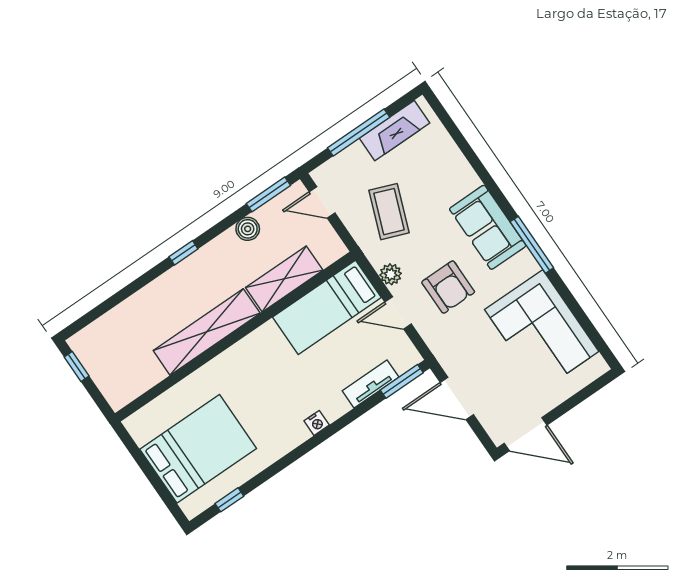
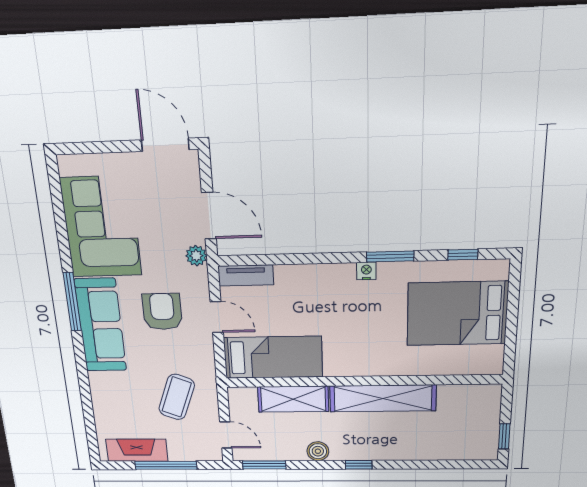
sofa: (488, 227) -> (101, 325), width x1.36
boiler: (248, 229) -> (318, 451), moved
plant: (391, 274) -> (196, 256), moved
window: (402, 381) -> (390, 256), moved
tv unit: (371, 384) -> (246, 275), moved
nightstand: (317, 423) -> (366, 271), moved

